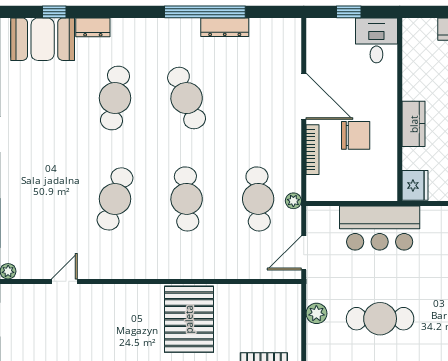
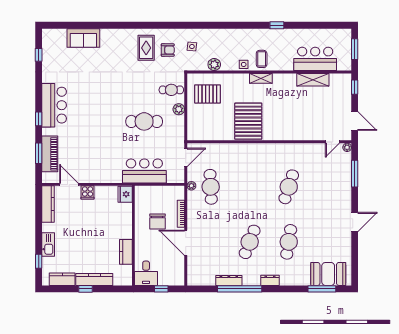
window: (54, 12) -> (322, 289), width x2.17
dresser: (93, 27) -> (270, 280), moved
cafe table: (187, 98) -> (250, 242), turned 42
kitchen counter: (414, 124) -> (126, 252), moved
chair: (356, 135) -> (157, 222), turned -90
cafe table: (187, 199) -> (250, 187), removed
door: (64, 281) -> (332, 142), moved
plant: (316, 313) -> (179, 109), moved

